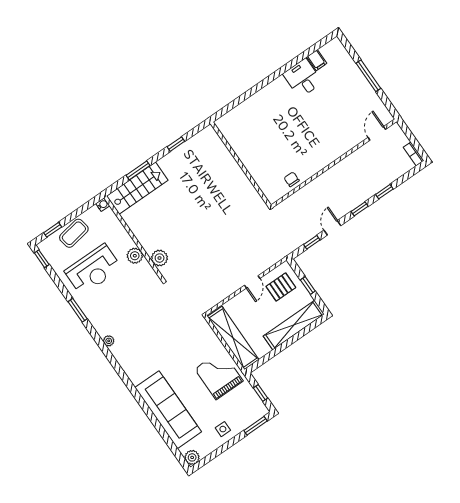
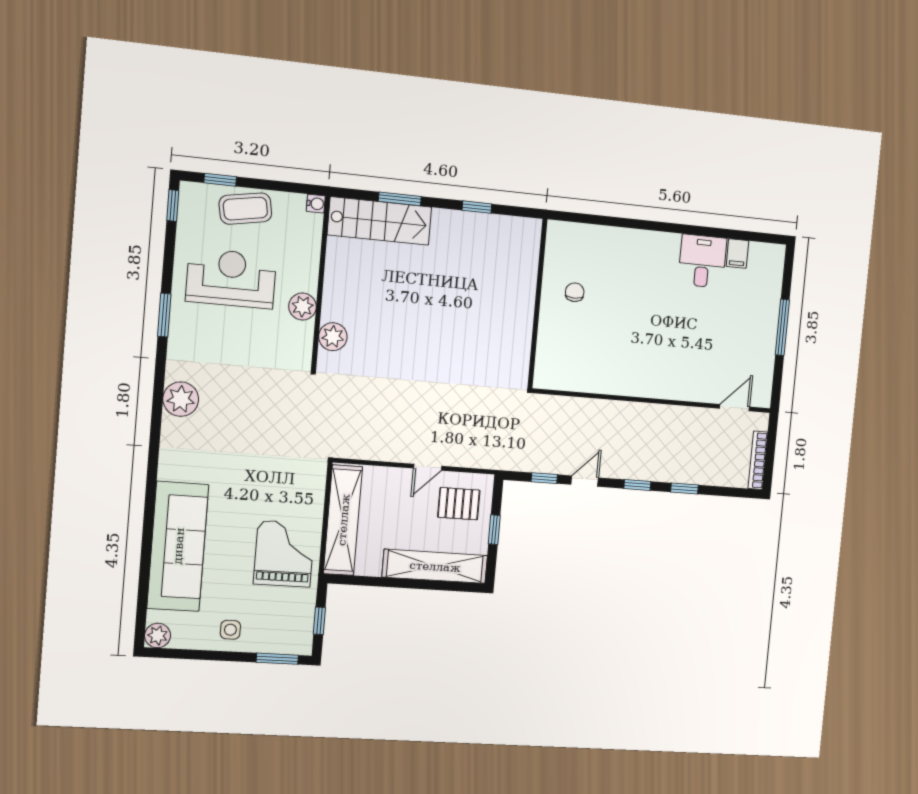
bookcase: (414, 154) -> (758, 460), width x1.56
chair: (292, 179) -> (575, 292), moved
reception desk: (93, 270) -> (231, 278), turned 180
plant: (109, 341) -> (181, 399), width x1.88, depth x1.88

